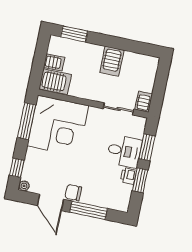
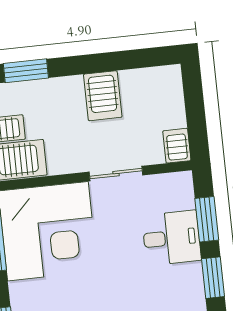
sliding door: (119, 109) -> (116, 174), moved
printer: (128, 176) -> (191, 277), removed

